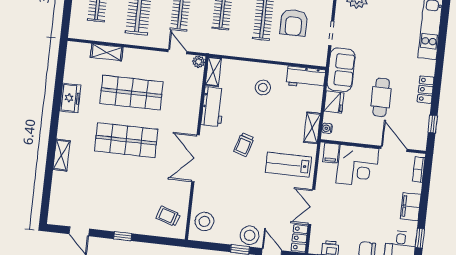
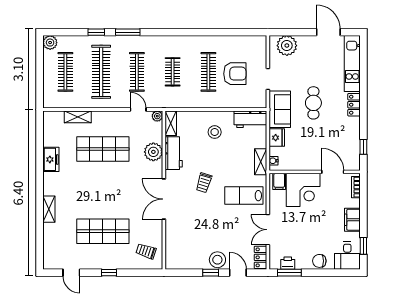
armchair: (294, 23) -> (235, 74), turned -90
locker: (426, 90) -> (354, 105), moved
cafe table: (381, 97) -> (313, 103), moved
plant: (190, 103) -> (153, 152), added
shop shelf: (126, 140) -> (103, 231), moved
stool: (204, 221) -> (178, 252), removed

